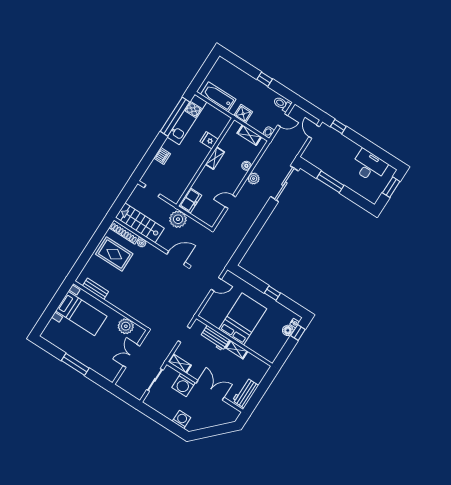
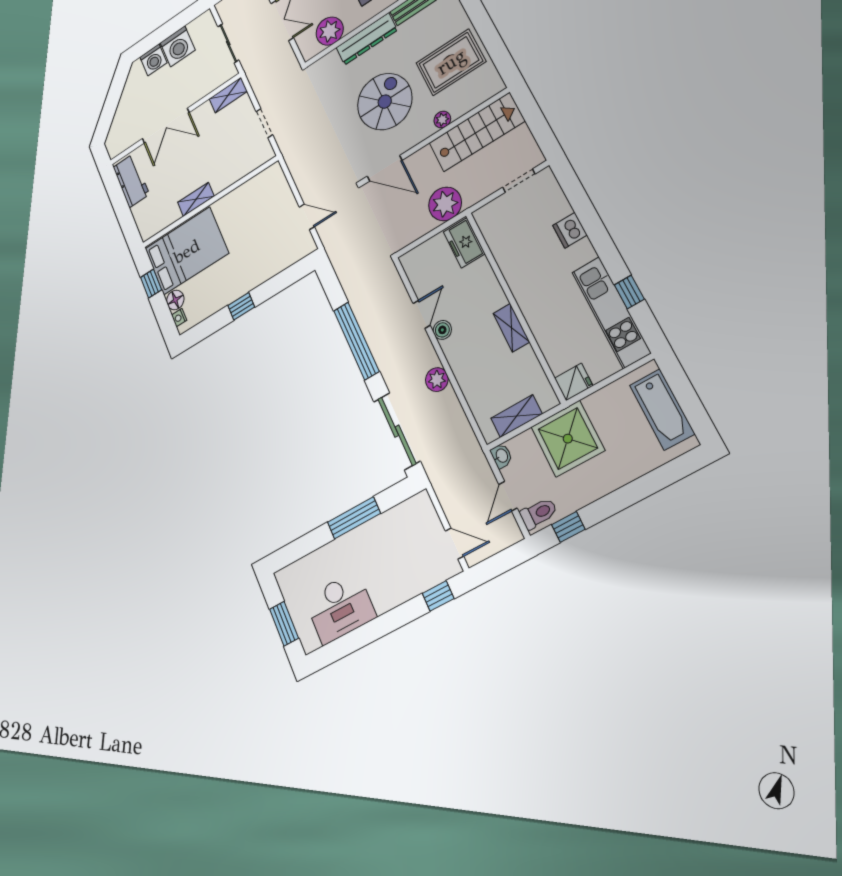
window: (265, 79) -> (568, 527), moved
bathtub: (218, 97) -> (662, 409), moved, turned 90
shower: (243, 114) -> (568, 439), width x1.86, depth x1.86
window: (175, 117) -> (629, 292), width x0.32
fridge: (209, 140) -> (574, 382), moved
boiler: (246, 166) -> (442, 330), moved
window: (257, 226) -> (356, 341), added
shoe rack: (124, 232) -> (477, 97), removed
door: (176, 258) -> (385, 168), hinge flipped
spiral stairs: (146, 277) -> (385, 102), added
door: (216, 284) -> (307, 217), swing flipped
dresser: (121, 304) -> (367, 39), added
bed: (243, 319) -> (187, 251), moved, turned -90
window: (298, 332) -> (151, 284), moved
workbench: (215, 338) -> (231, 172), removed
washing machine: (184, 385) -> (178, 46), moved, turned 180

